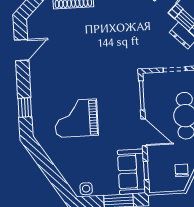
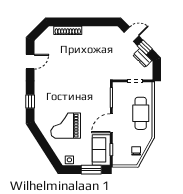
grand piano: (76, 118) -> (66, 126), moved
door: (144, 132) -> (111, 123), swing flipped

